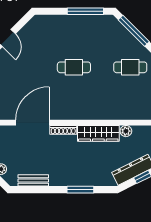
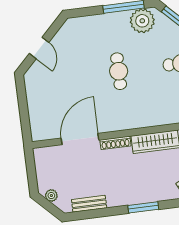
plant: (100, 26) -> (142, 21), added
cafe table: (74, 67) -> (119, 71), turned 90

